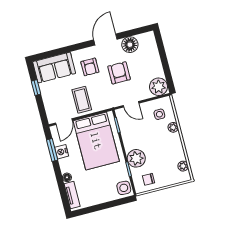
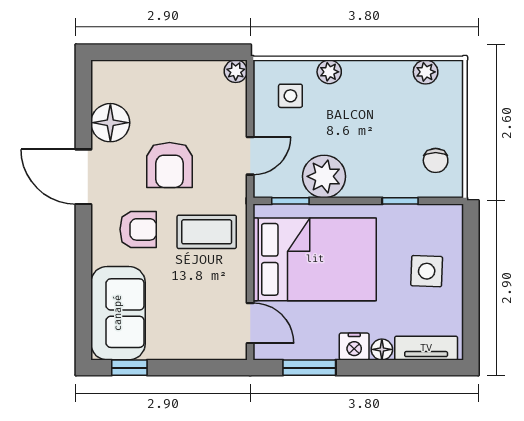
armchair: (119, 73) -> (170, 165), turned -90
plant: (159, 87) -> (236, 71), width x0.53, depth x0.53
window: (36, 88) -> (129, 368), moved
coffee table: (82, 100) -> (207, 232), moved
nightstand: (62, 152) -> (354, 346), moved
plant: (136, 158) -> (324, 176), moved
side table: (124, 188) -> (427, 271), moved

